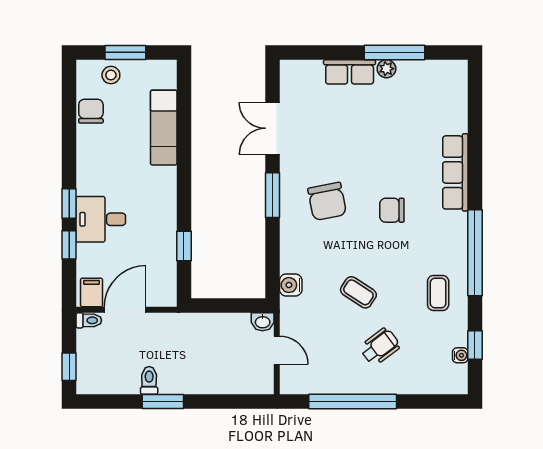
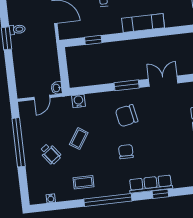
exam couch: (164, 128) -> (143, 23), moved
window: (475, 345) -> (160, 194), moved

